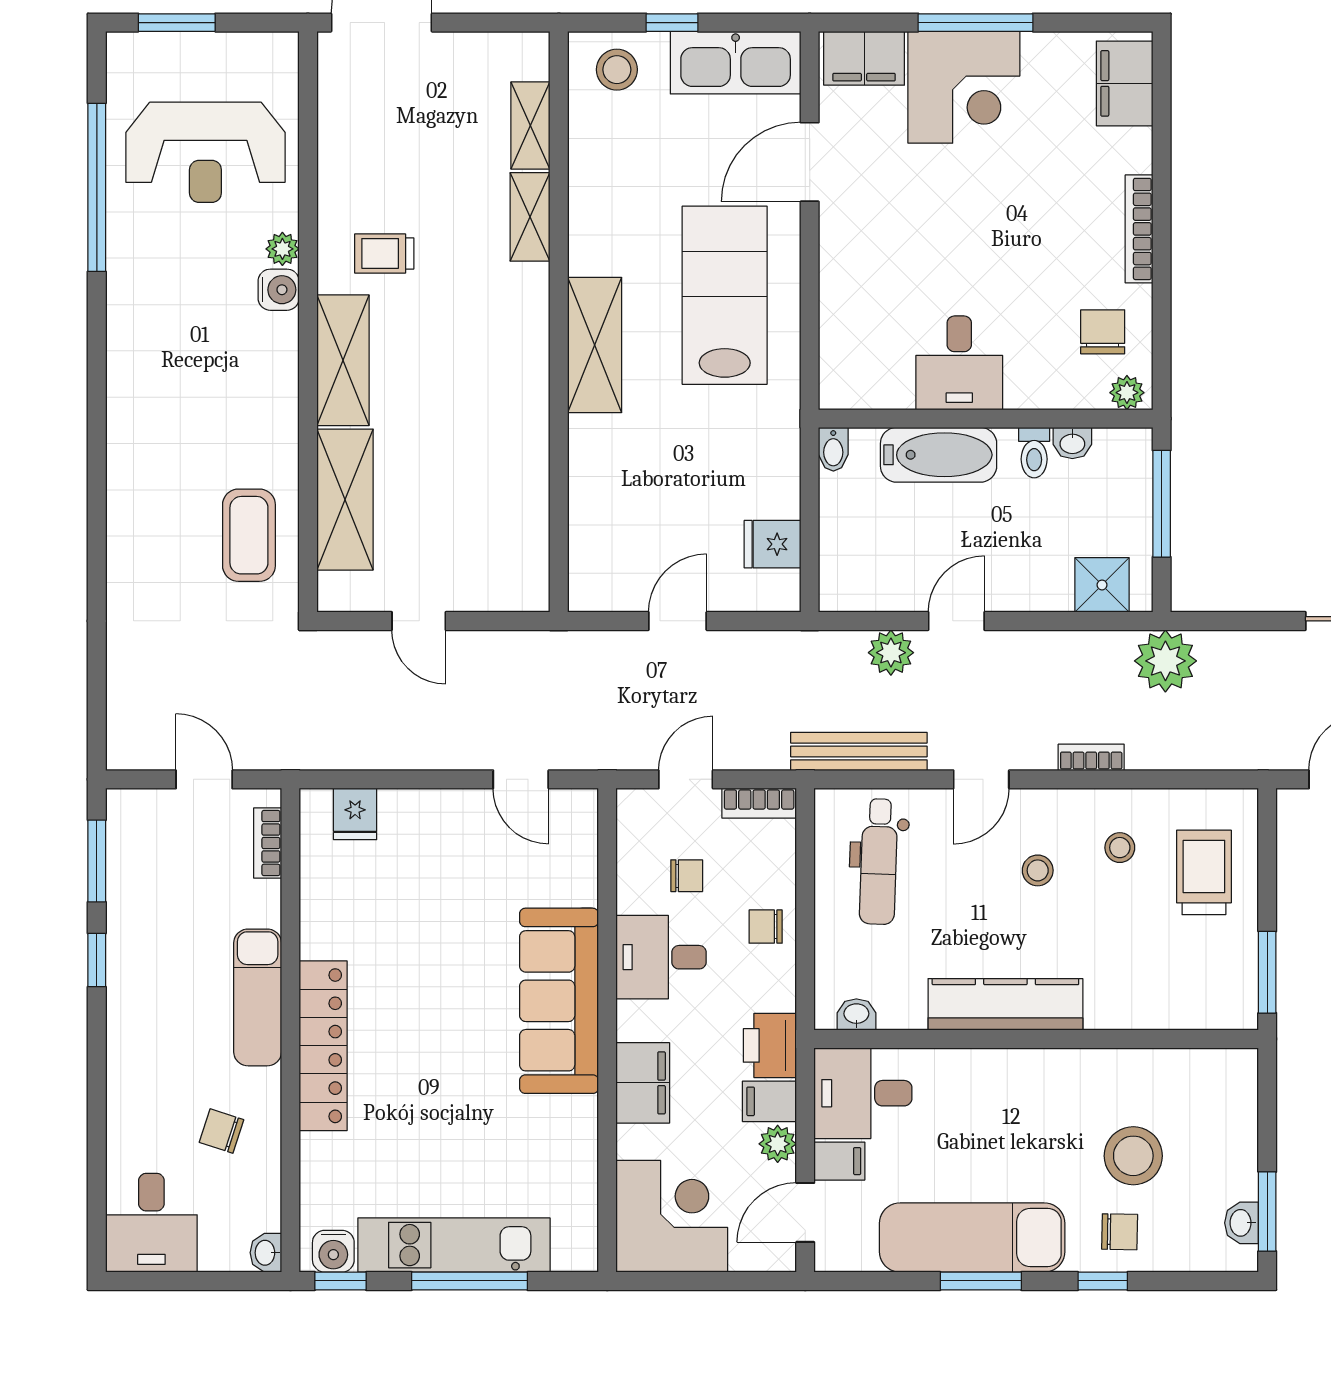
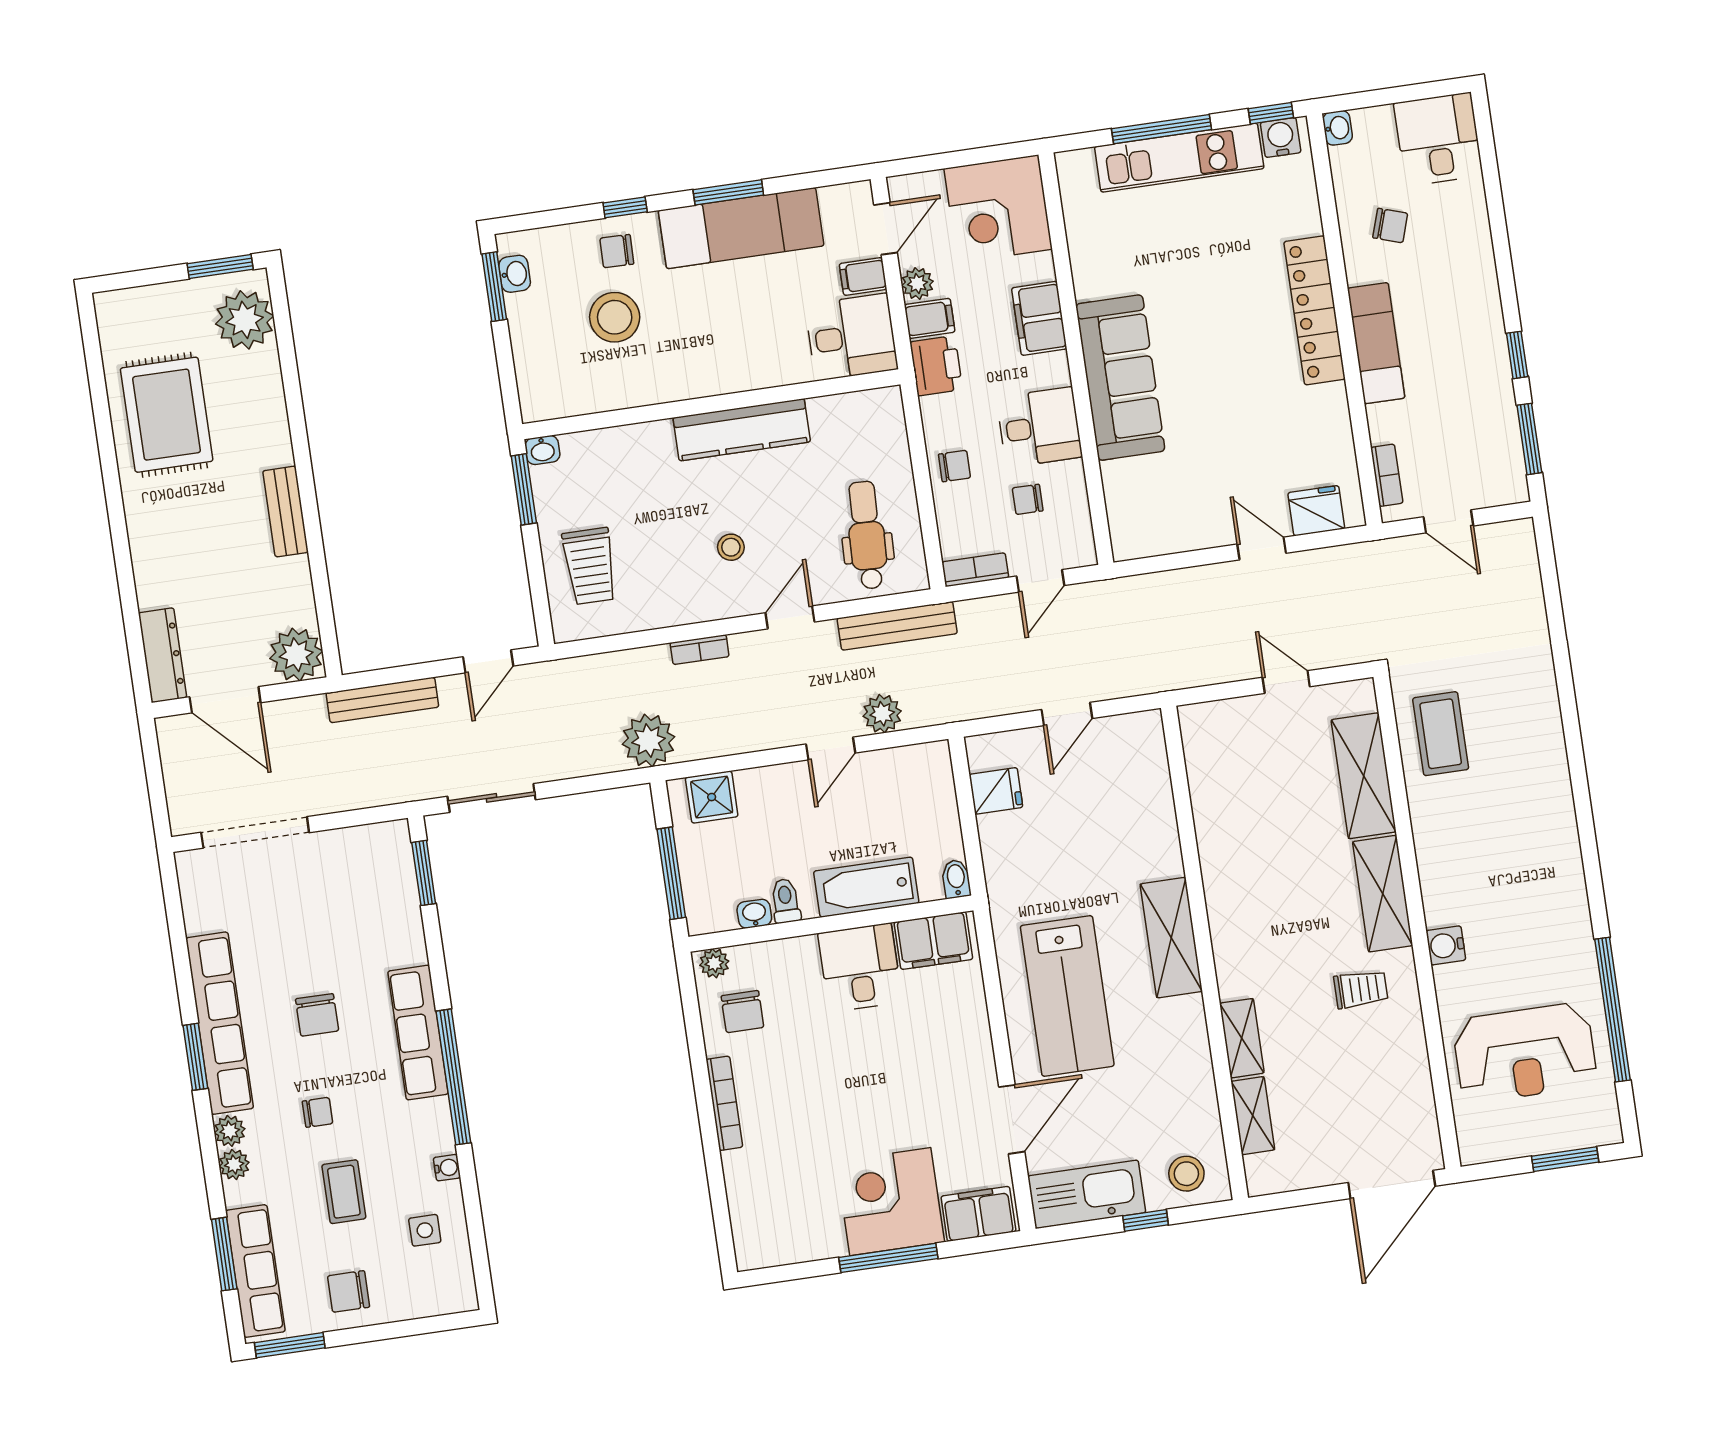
filing cabinet: (1125, 83) -> (933, 941), moved, turned 90
reception desk: (205, 152) -> (1525, 1053), turned 180
plant: (282, 249) -> (1448, 980), removed
door: (521, 779) -> (1262, 549), moved
fridge: (355, 814) -> (1316, 511), width x1.38
stool: (1120, 848) -> (664, 577), removed
washbasin: (856, 1015) -> (542, 450), moved

